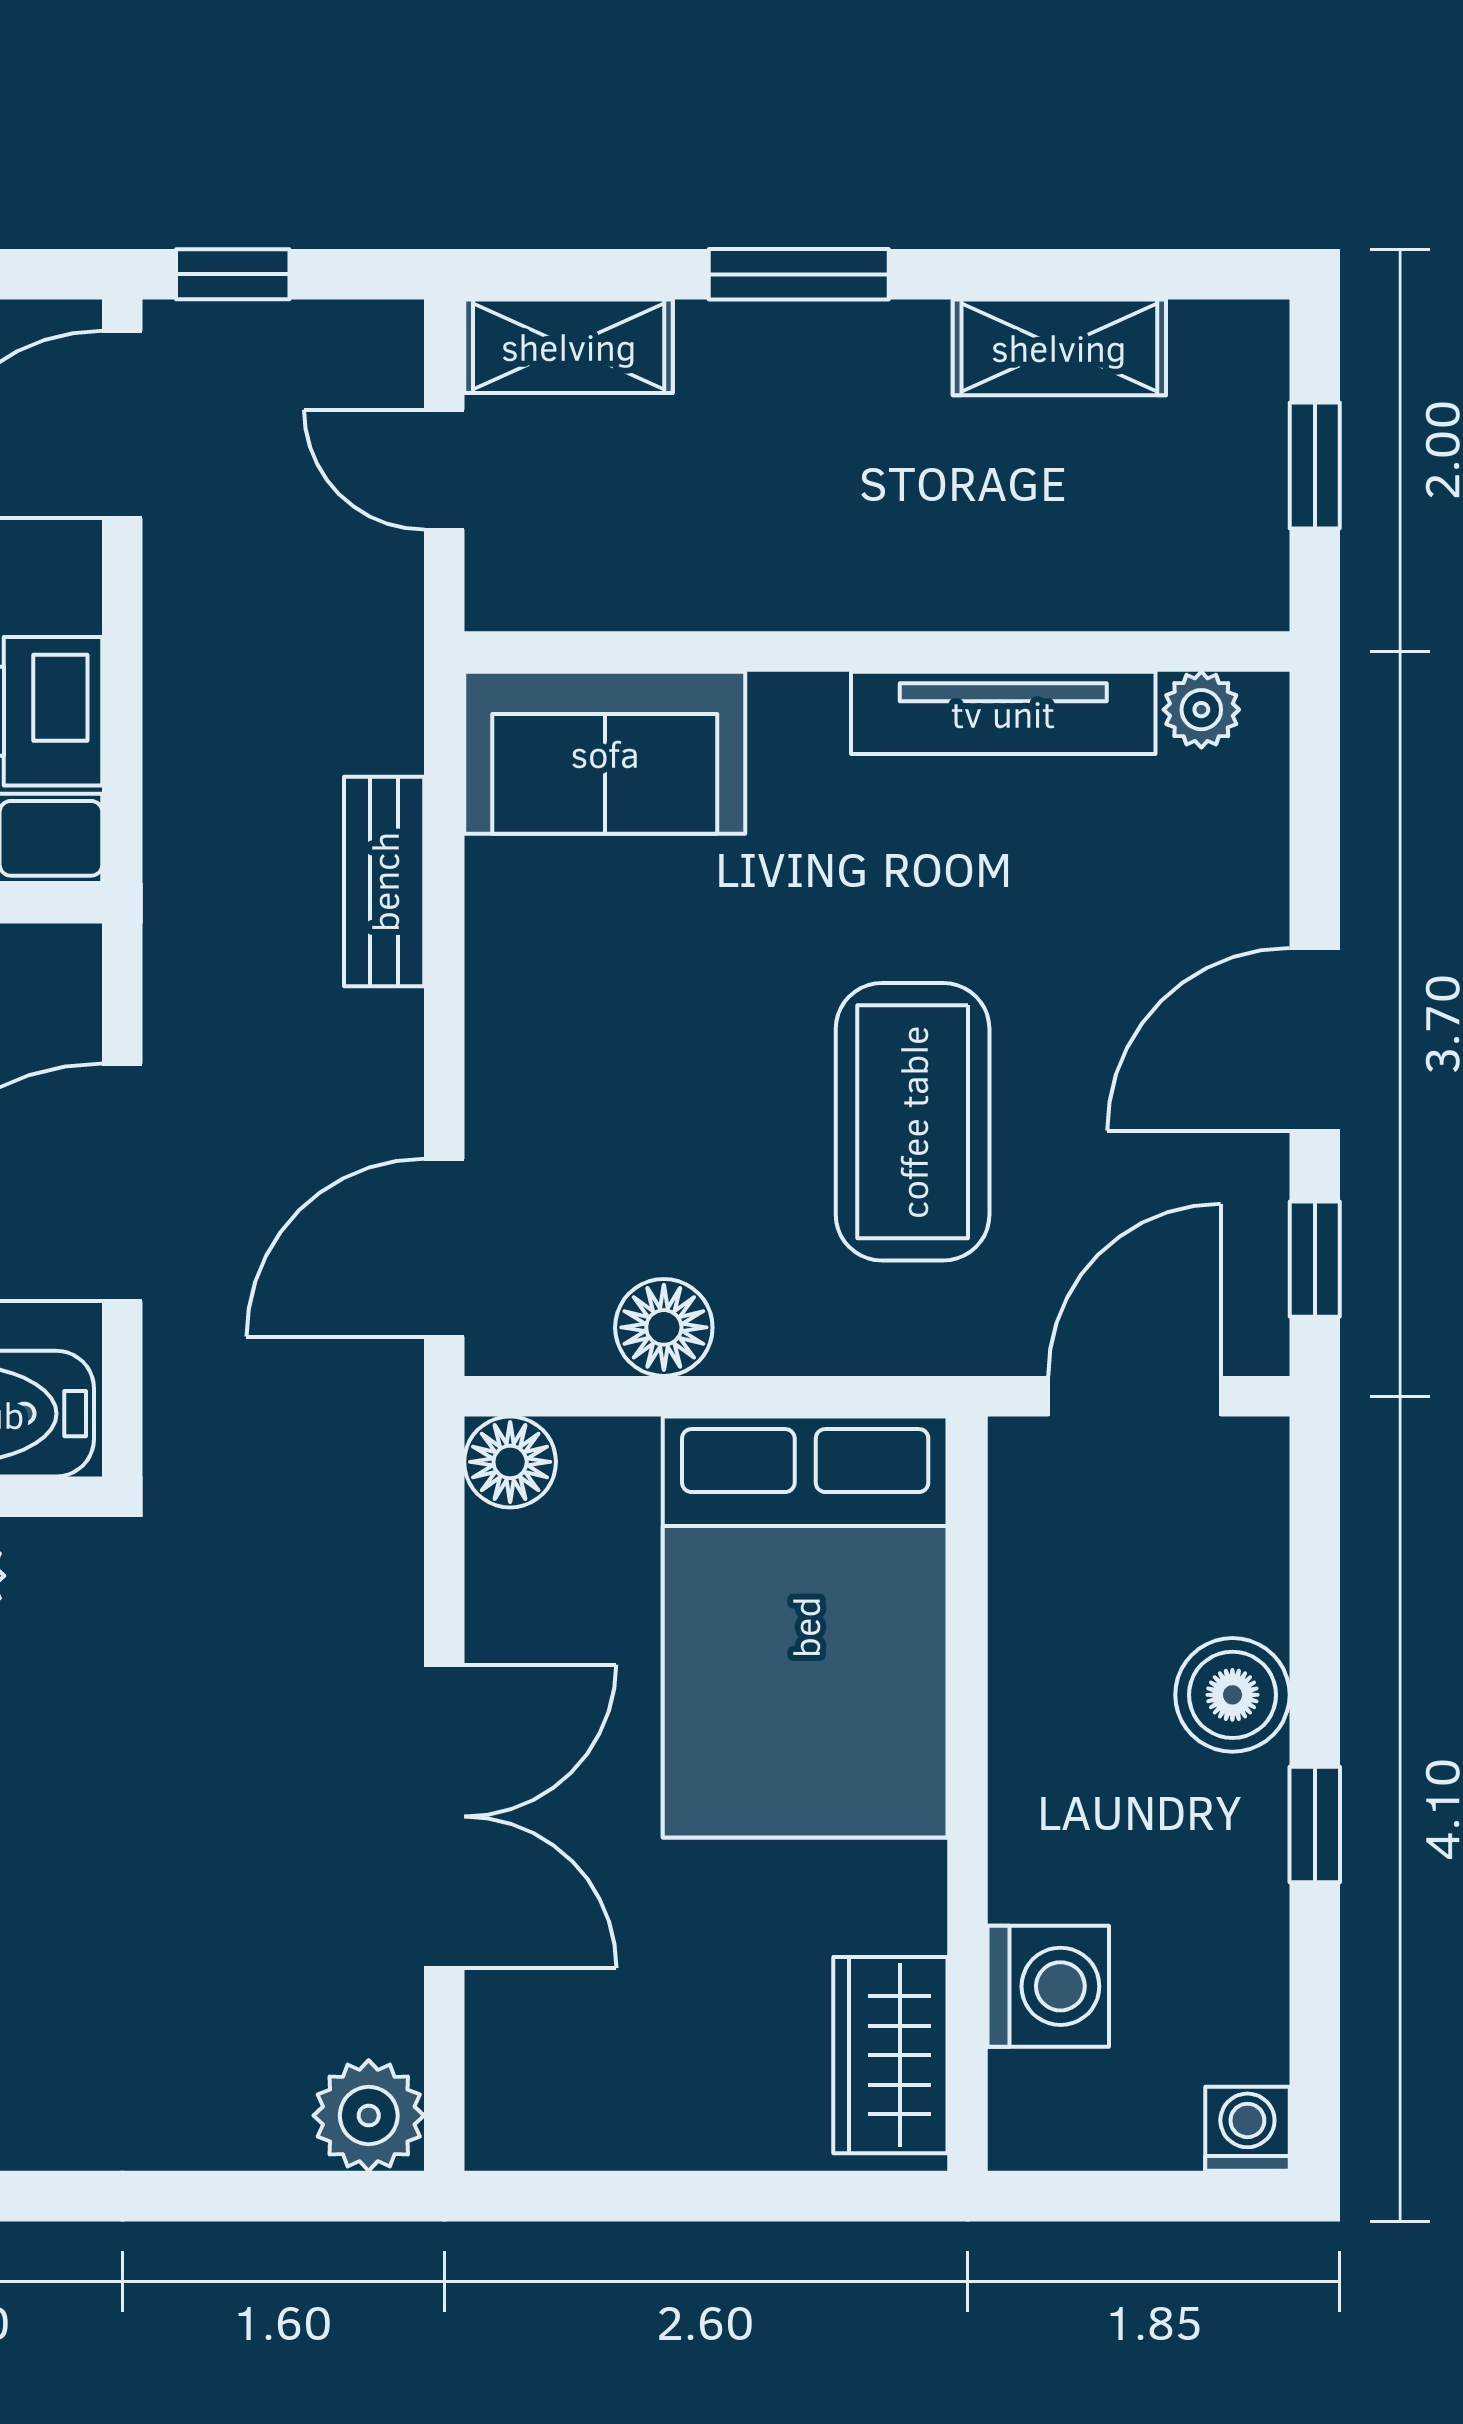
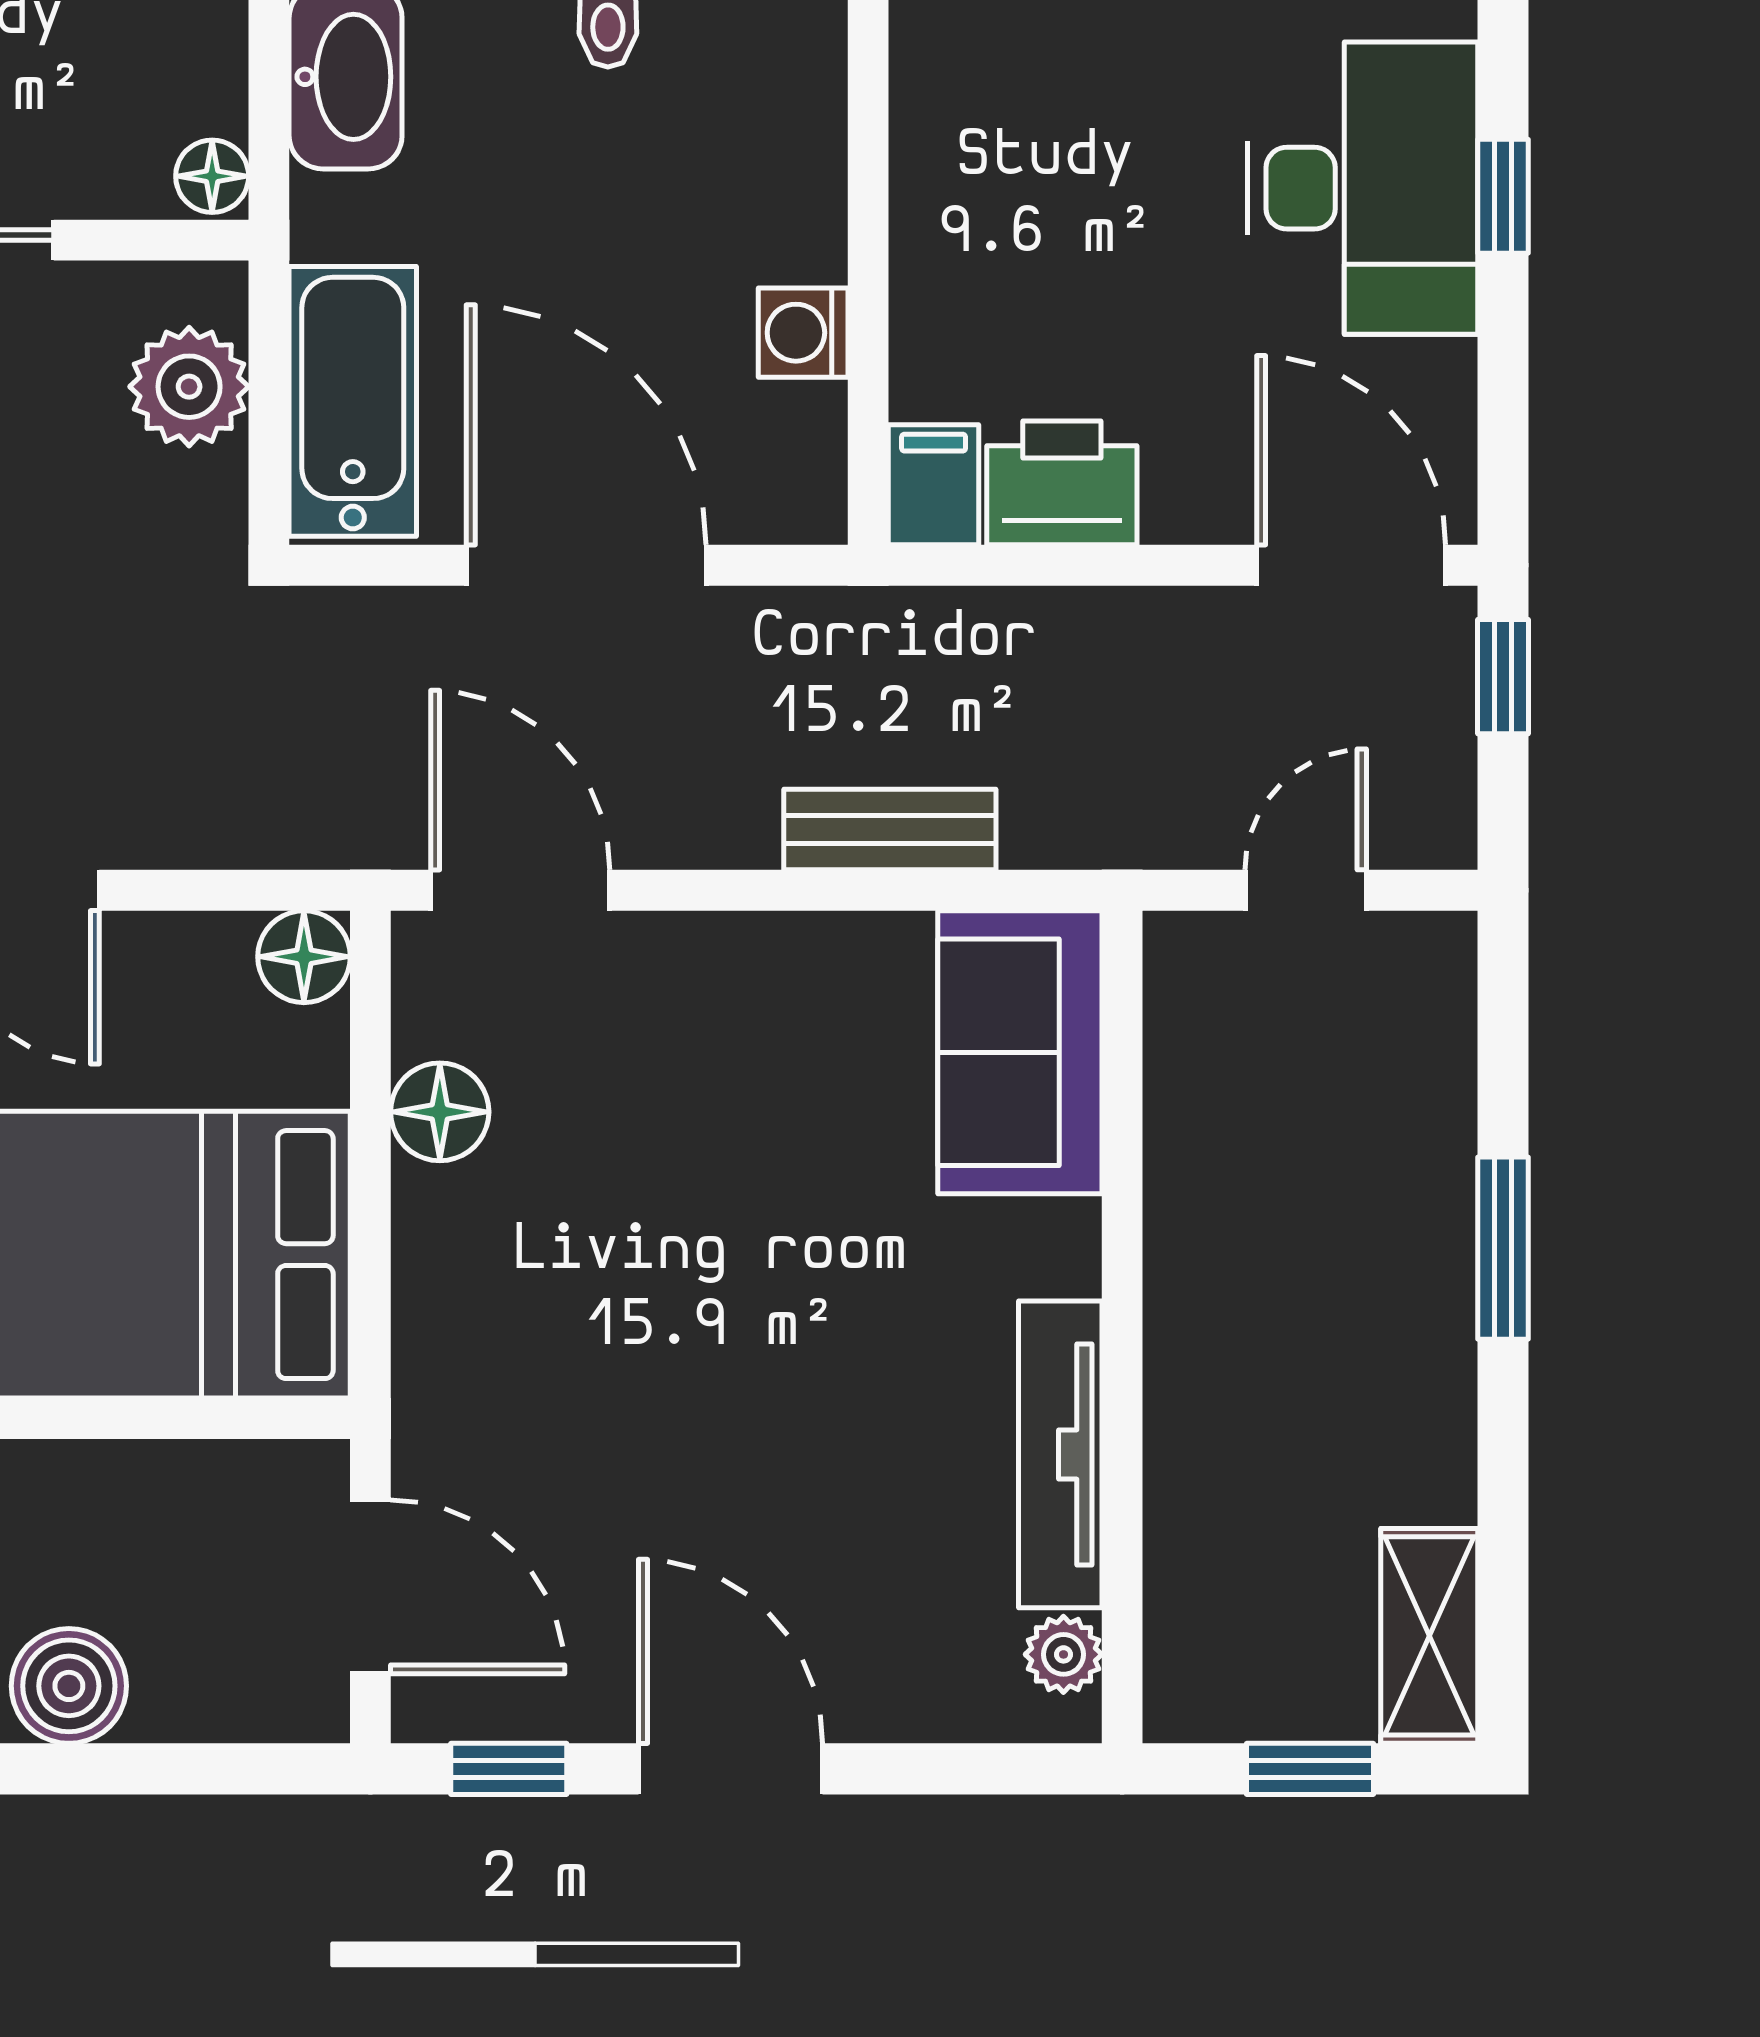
shelving: (569, 346) -> (1430, 1016), removed
shelving: (1059, 347) -> (1429, 1636), moved
coffee table: (913, 1122) -> (647, 1363), removed

